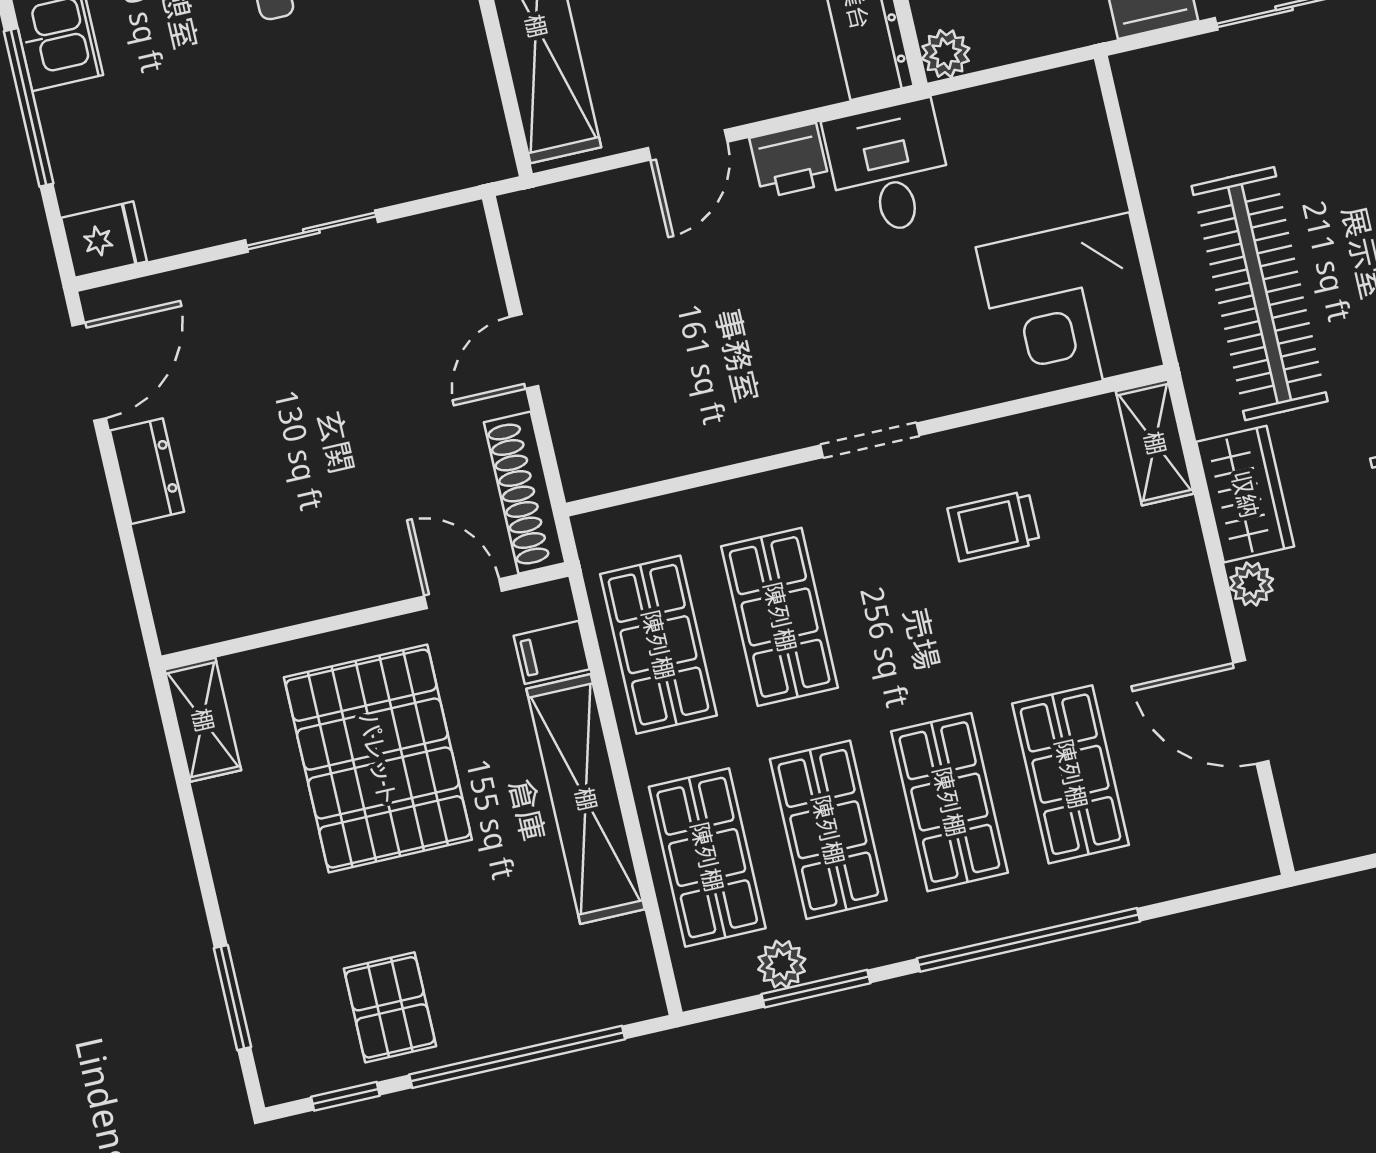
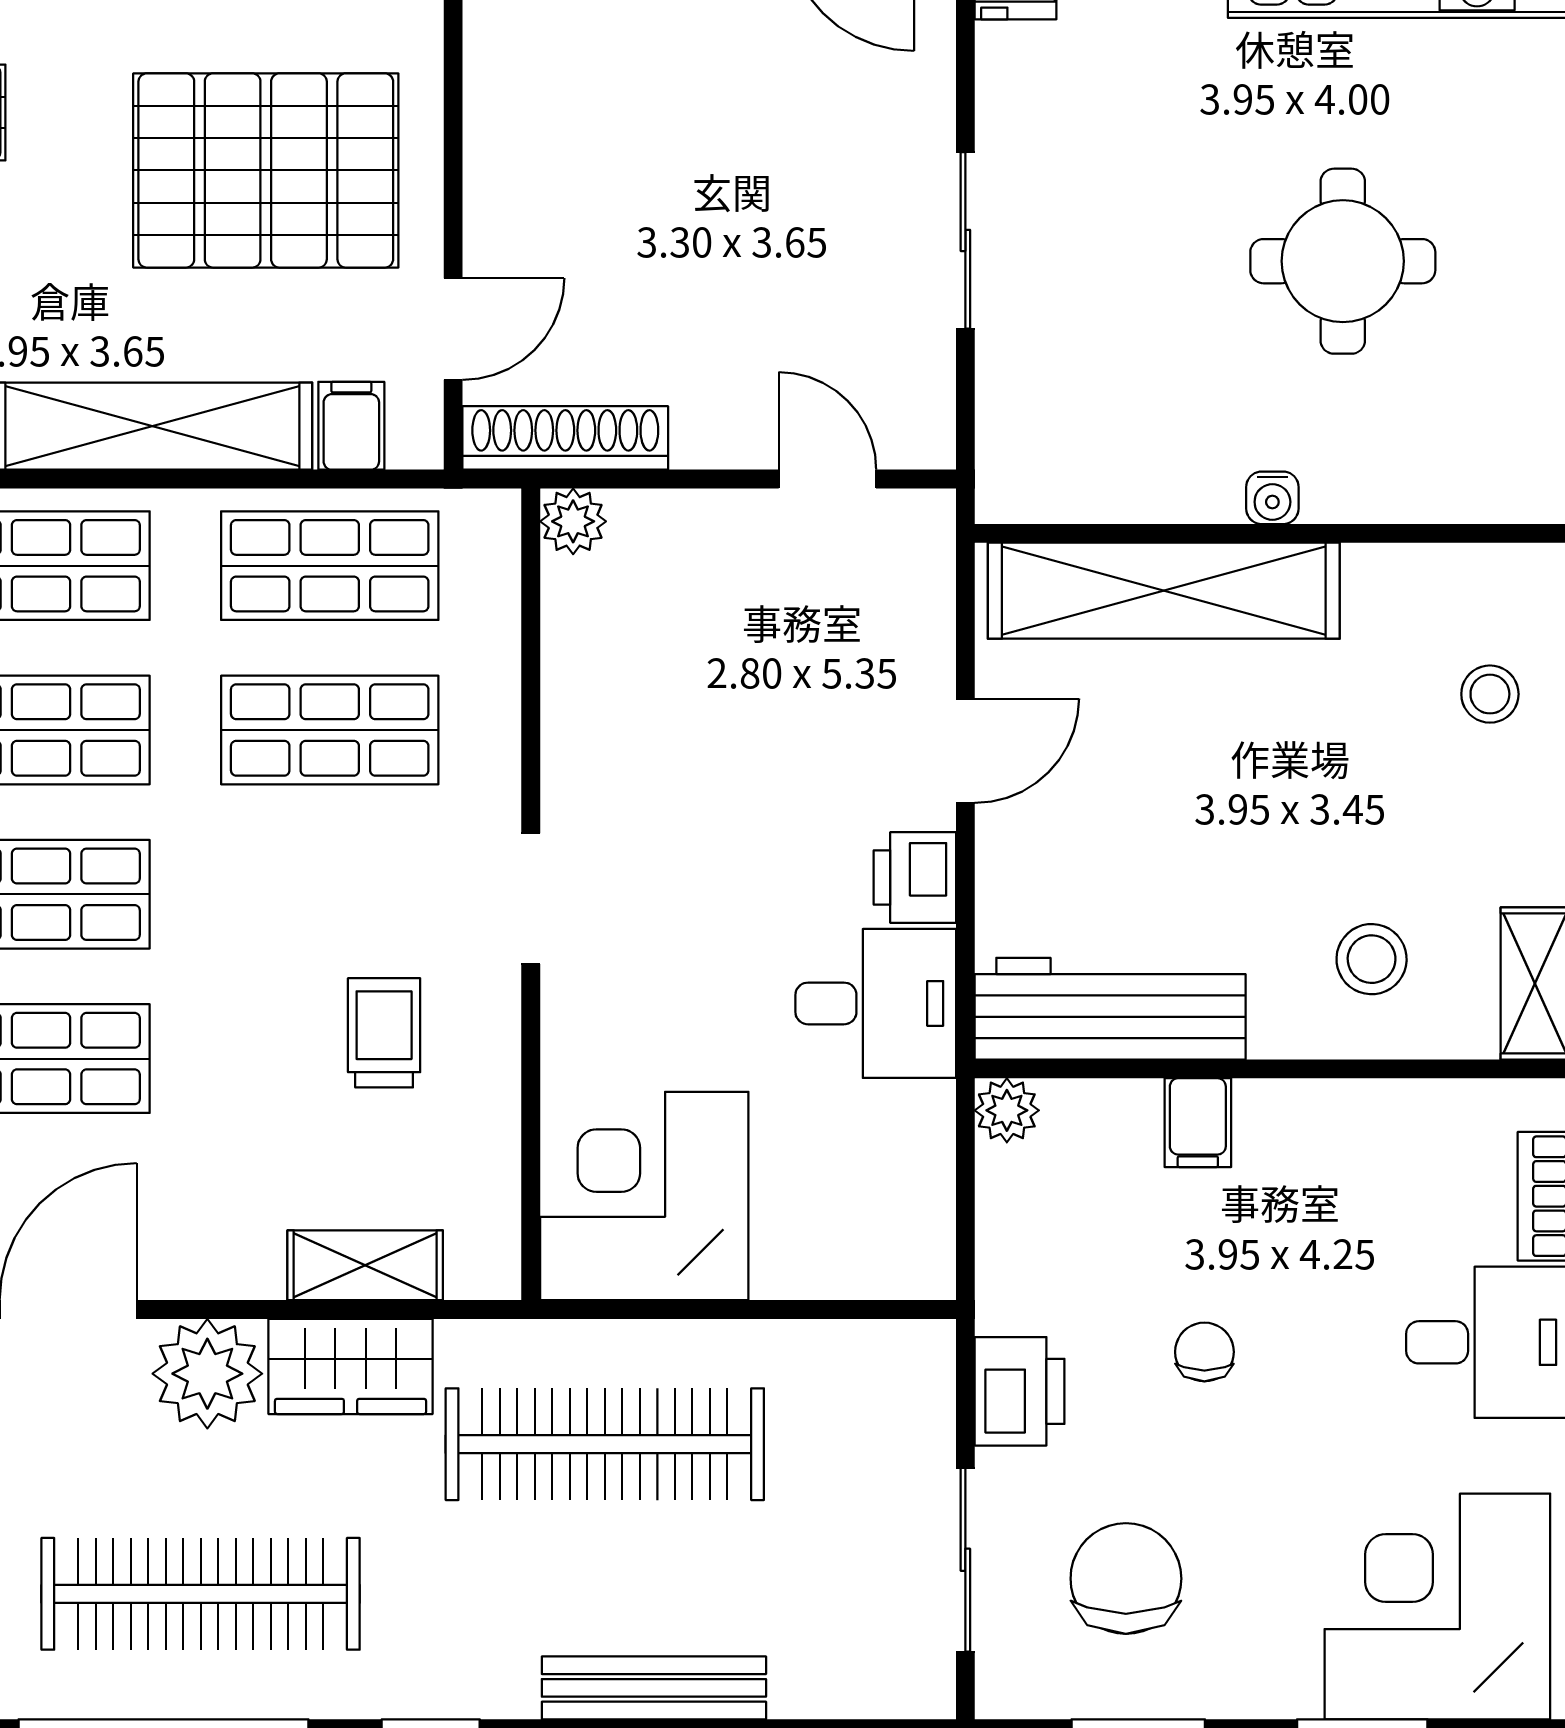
door: (688, 145) -> (965, 751), swing flipped
door: (524, 351) -> (827, 479), moved
shelving: (1155, 443) -> (365, 1265), moved
plant: (585, 473) -> (573, 521), added
plant: (1252, 584) -> (207, 1374), width x1.87, depth x1.87

